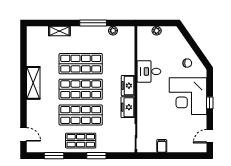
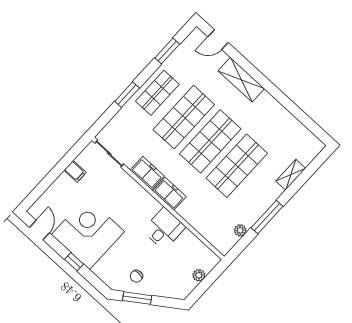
window: (198, 52) -> (137, 298), added
shelving: (33, 83) -> (241, 80), moved
corner desk: (188, 96) -> (88, 233), moved

